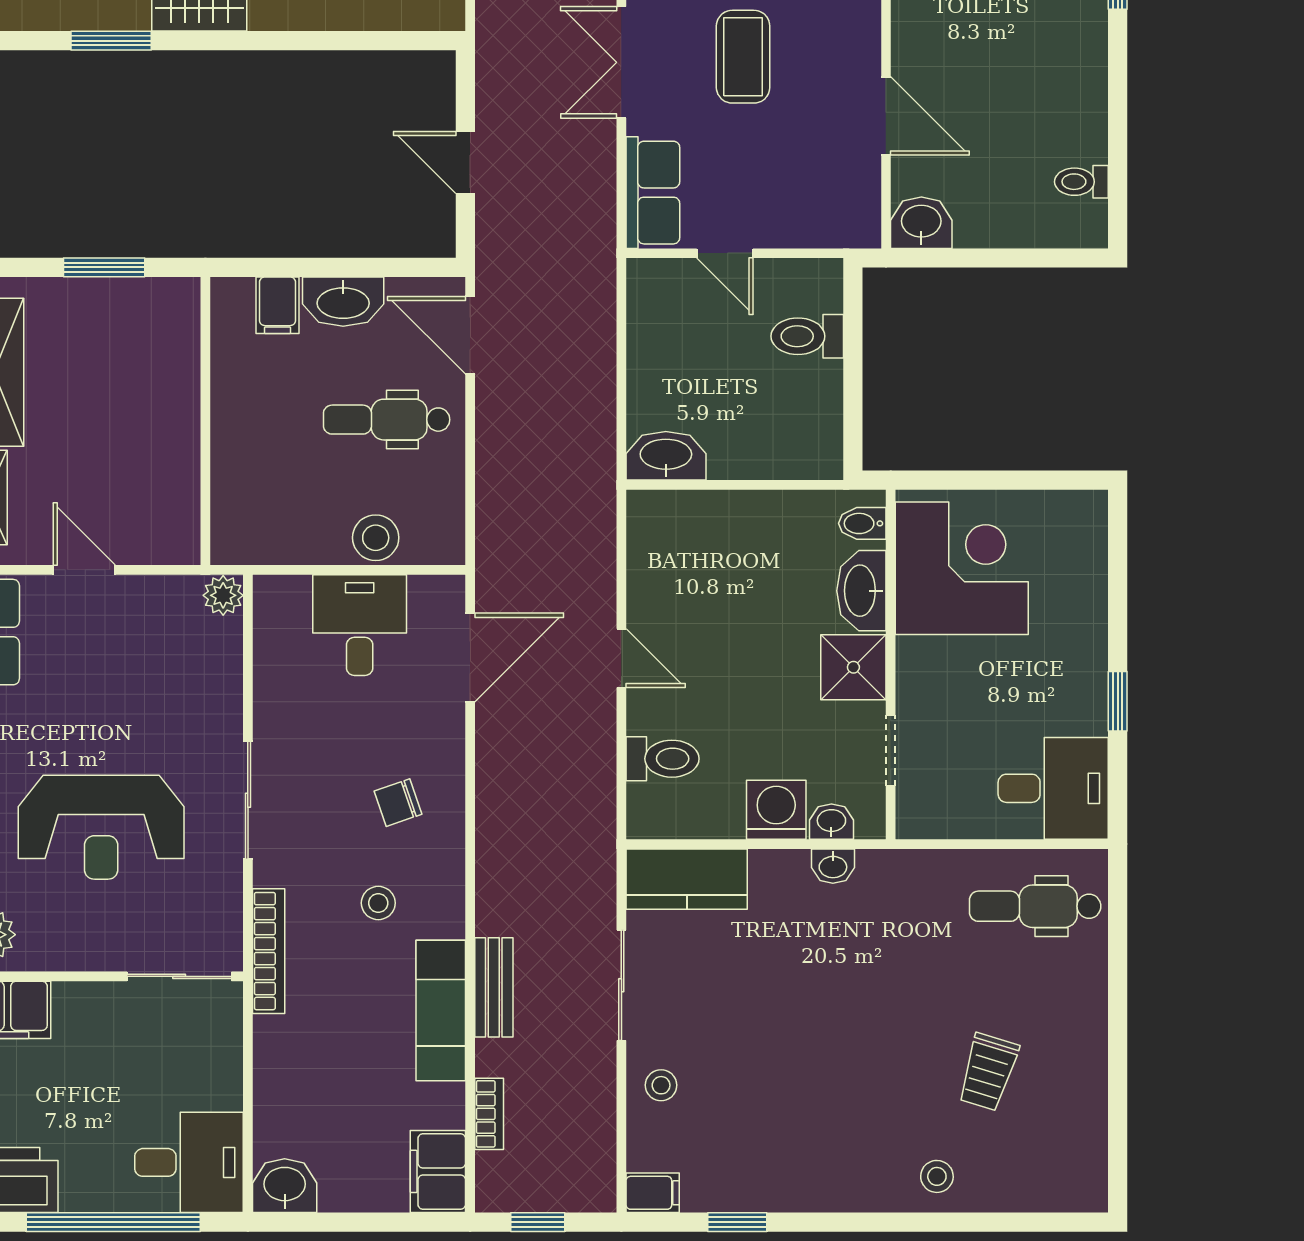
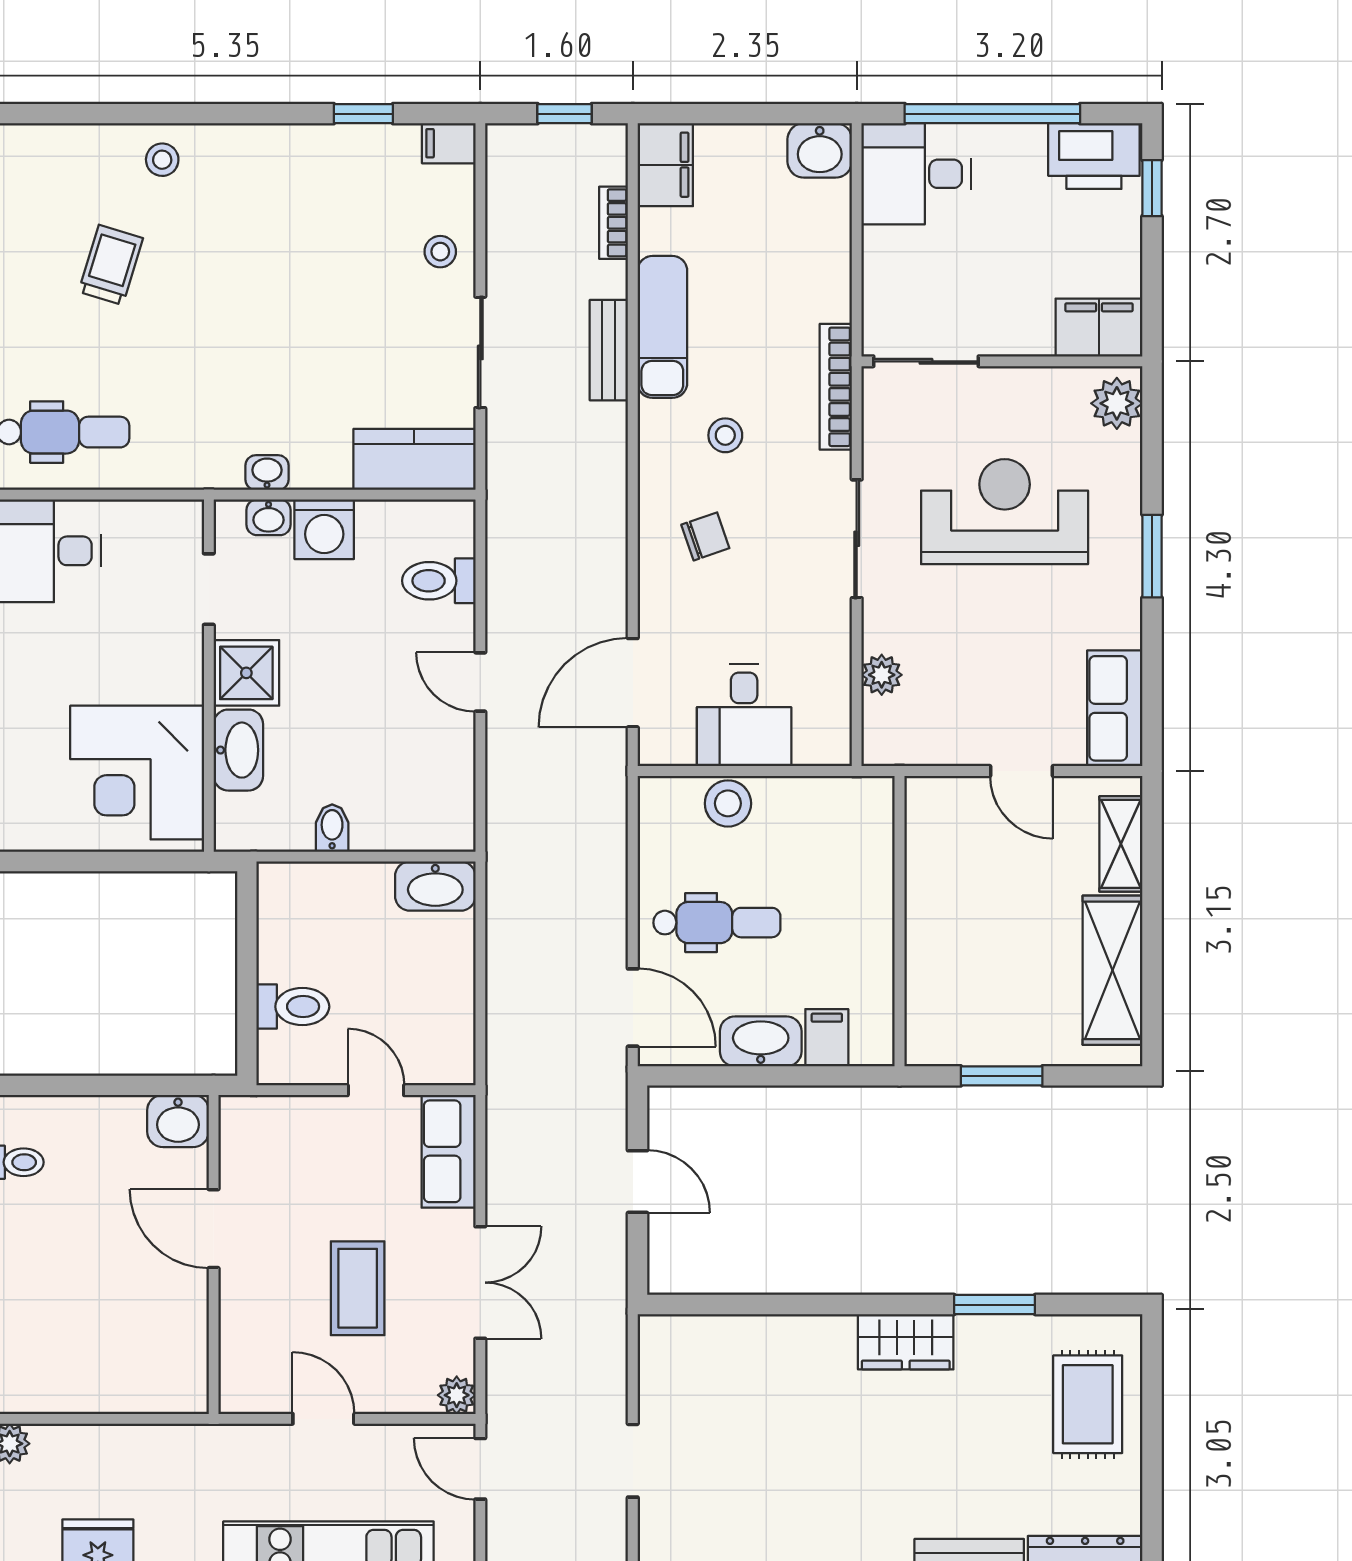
bidet: (862, 523) -> (332, 828), moved, turned -90
plant: (223, 595) -> (882, 675), moved

